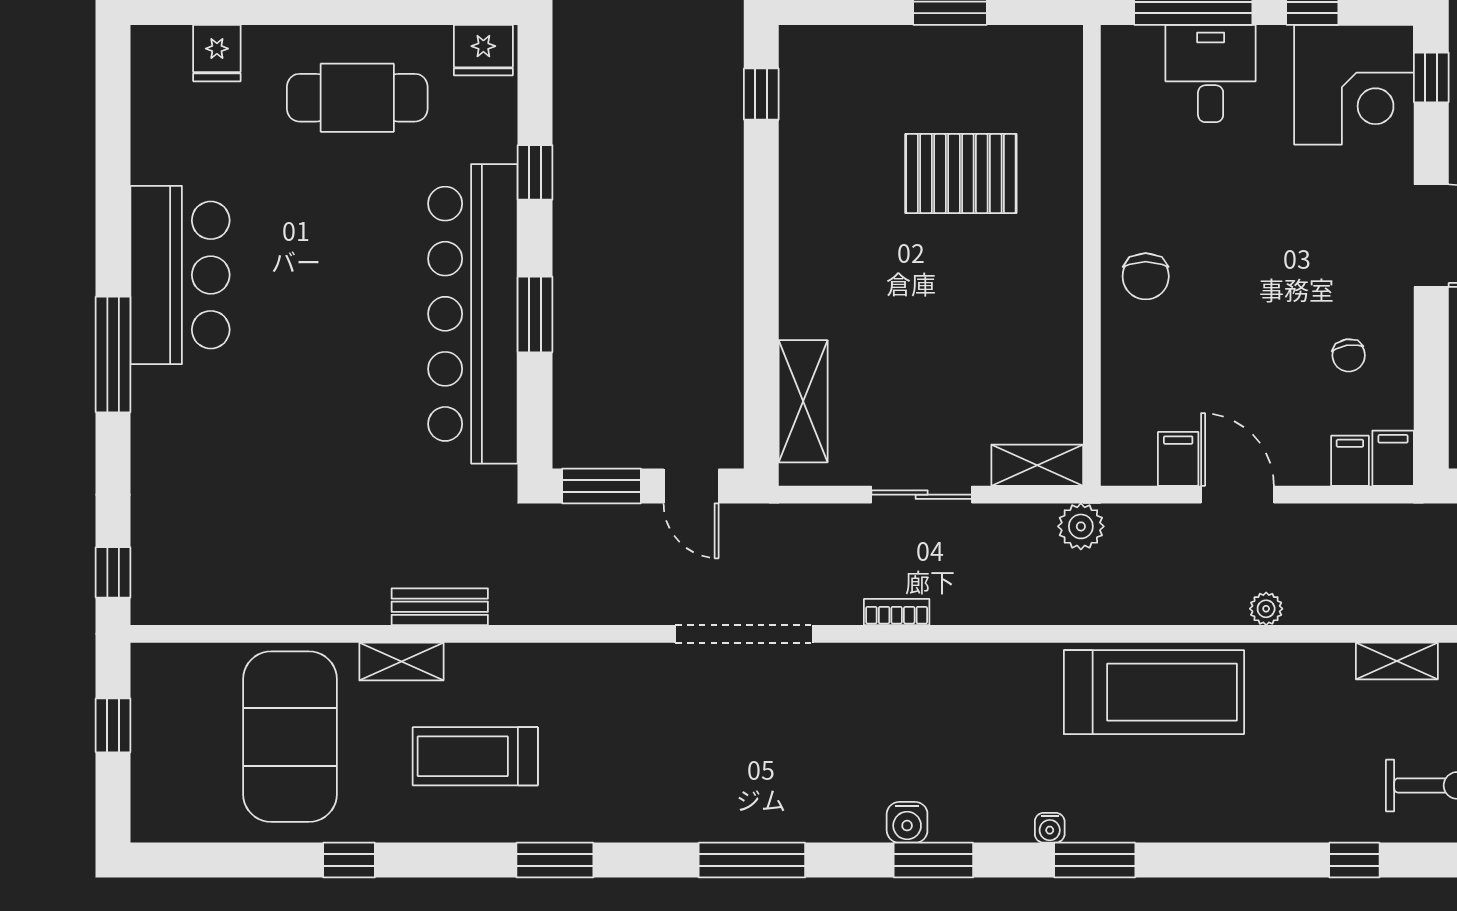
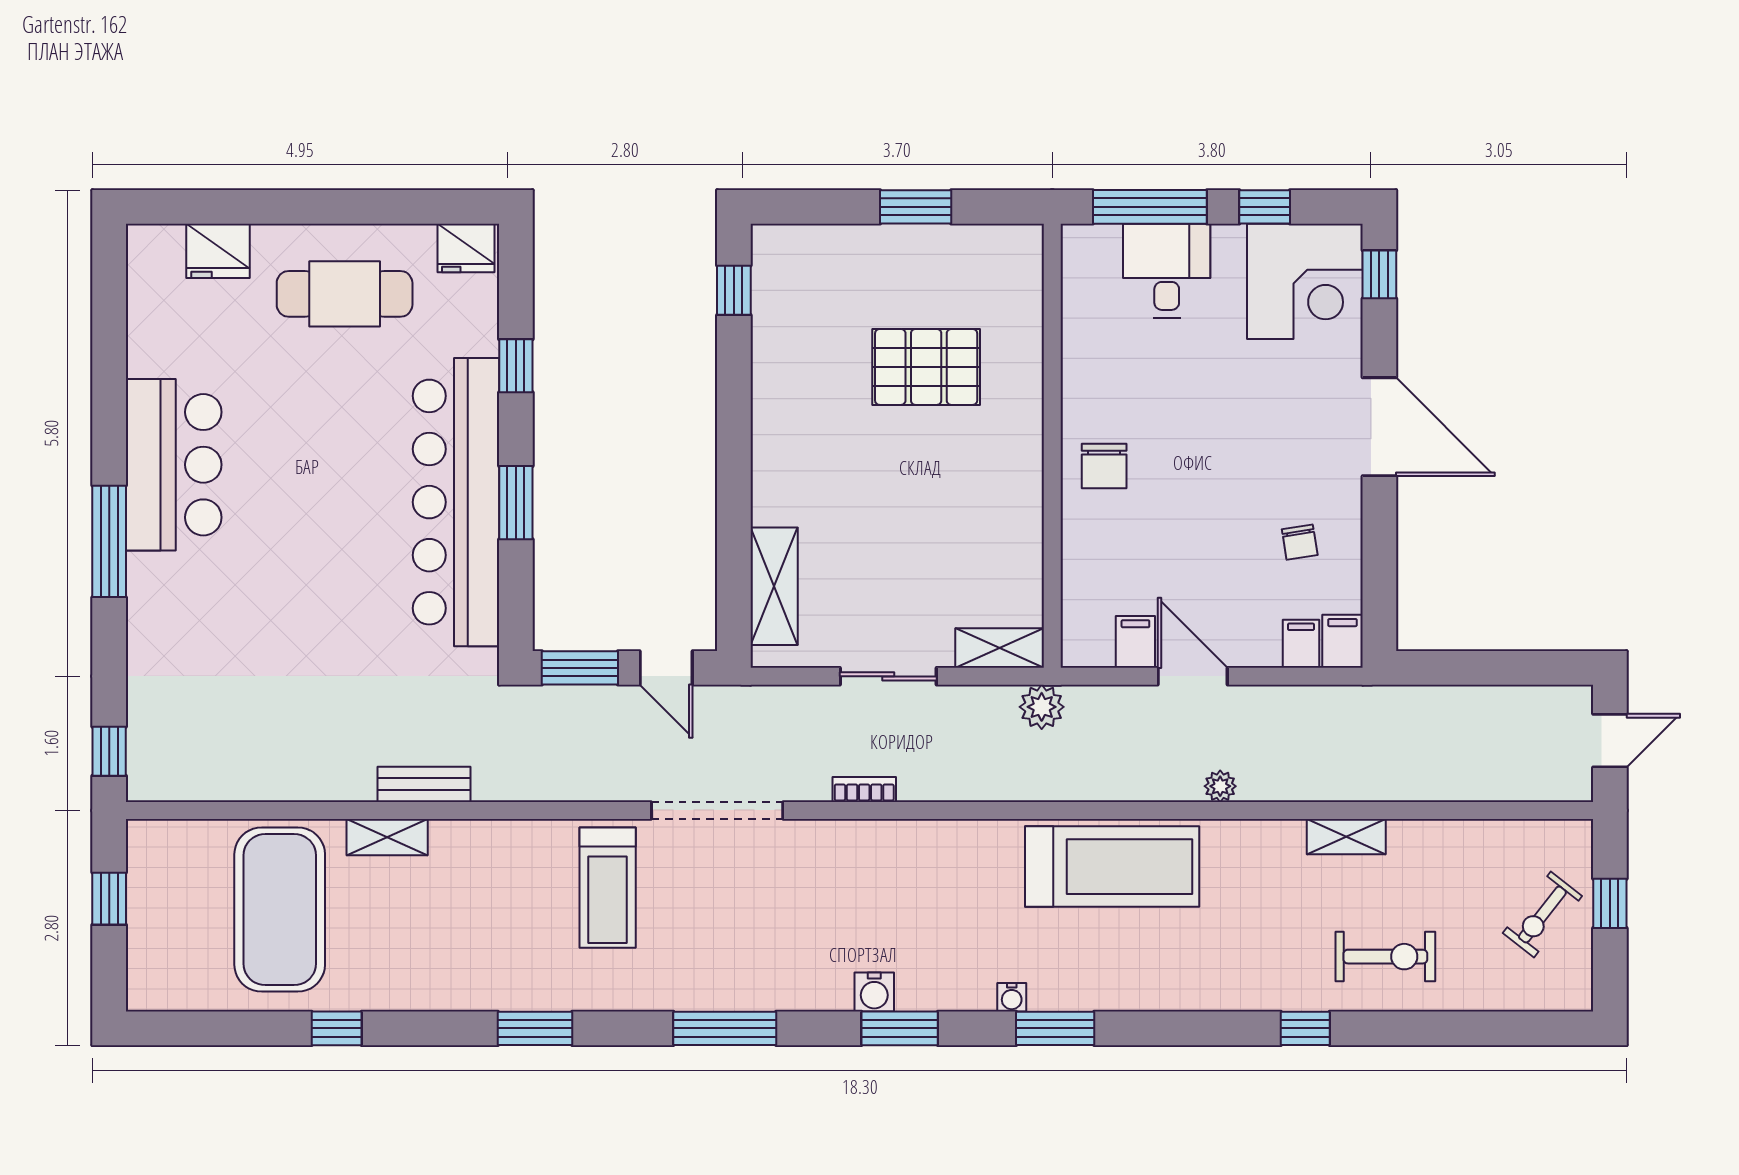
fridge: (217, 53) -> (218, 251), width x1.38
treadmill: (475, 756) -> (608, 888), moved, turned -90

